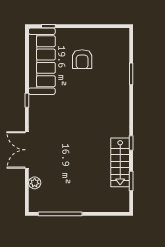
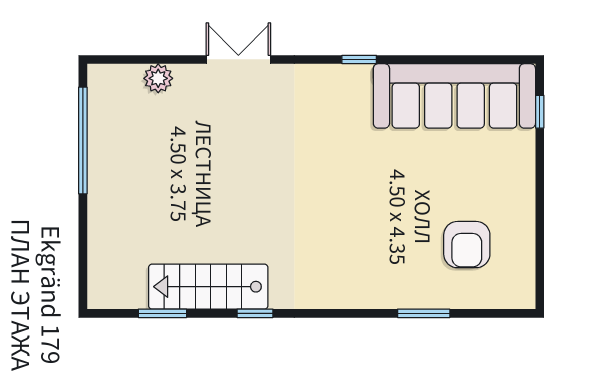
armchair: (82, 59) -> (467, 245), moved, turned -90
double door: (27, 150) -> (238, 59), width x0.73

